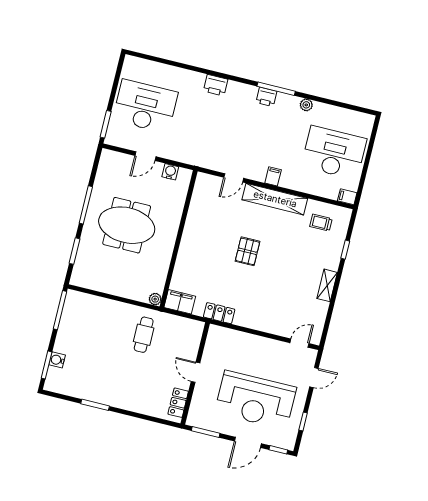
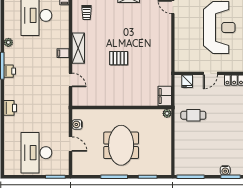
shelving: (275, 199) -> (78, 48), width x0.68
locker: (219, 313) -> (166, 67), removed
fridge: (192, 338) -> (187, 81), added

